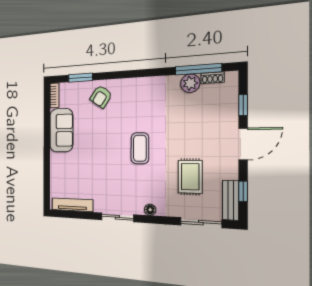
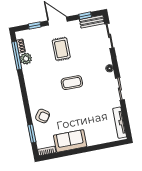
rug: (190, 177) -> (61, 49), moved, turned 90

